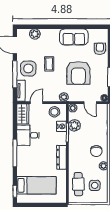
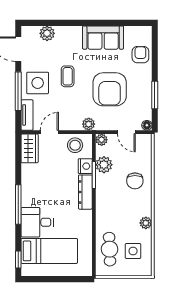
desk: (28, 135) -> (37, 222), moved
chair: (96, 151) -> (135, 181), moved
dresser: (62, 157) -> (85, 192), moved

